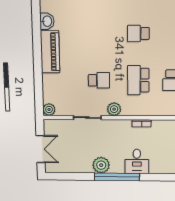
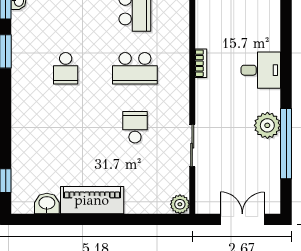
plant: (114, 109) -> (179, 105), removed
window: (117, 177) -> (286, 144), moved

